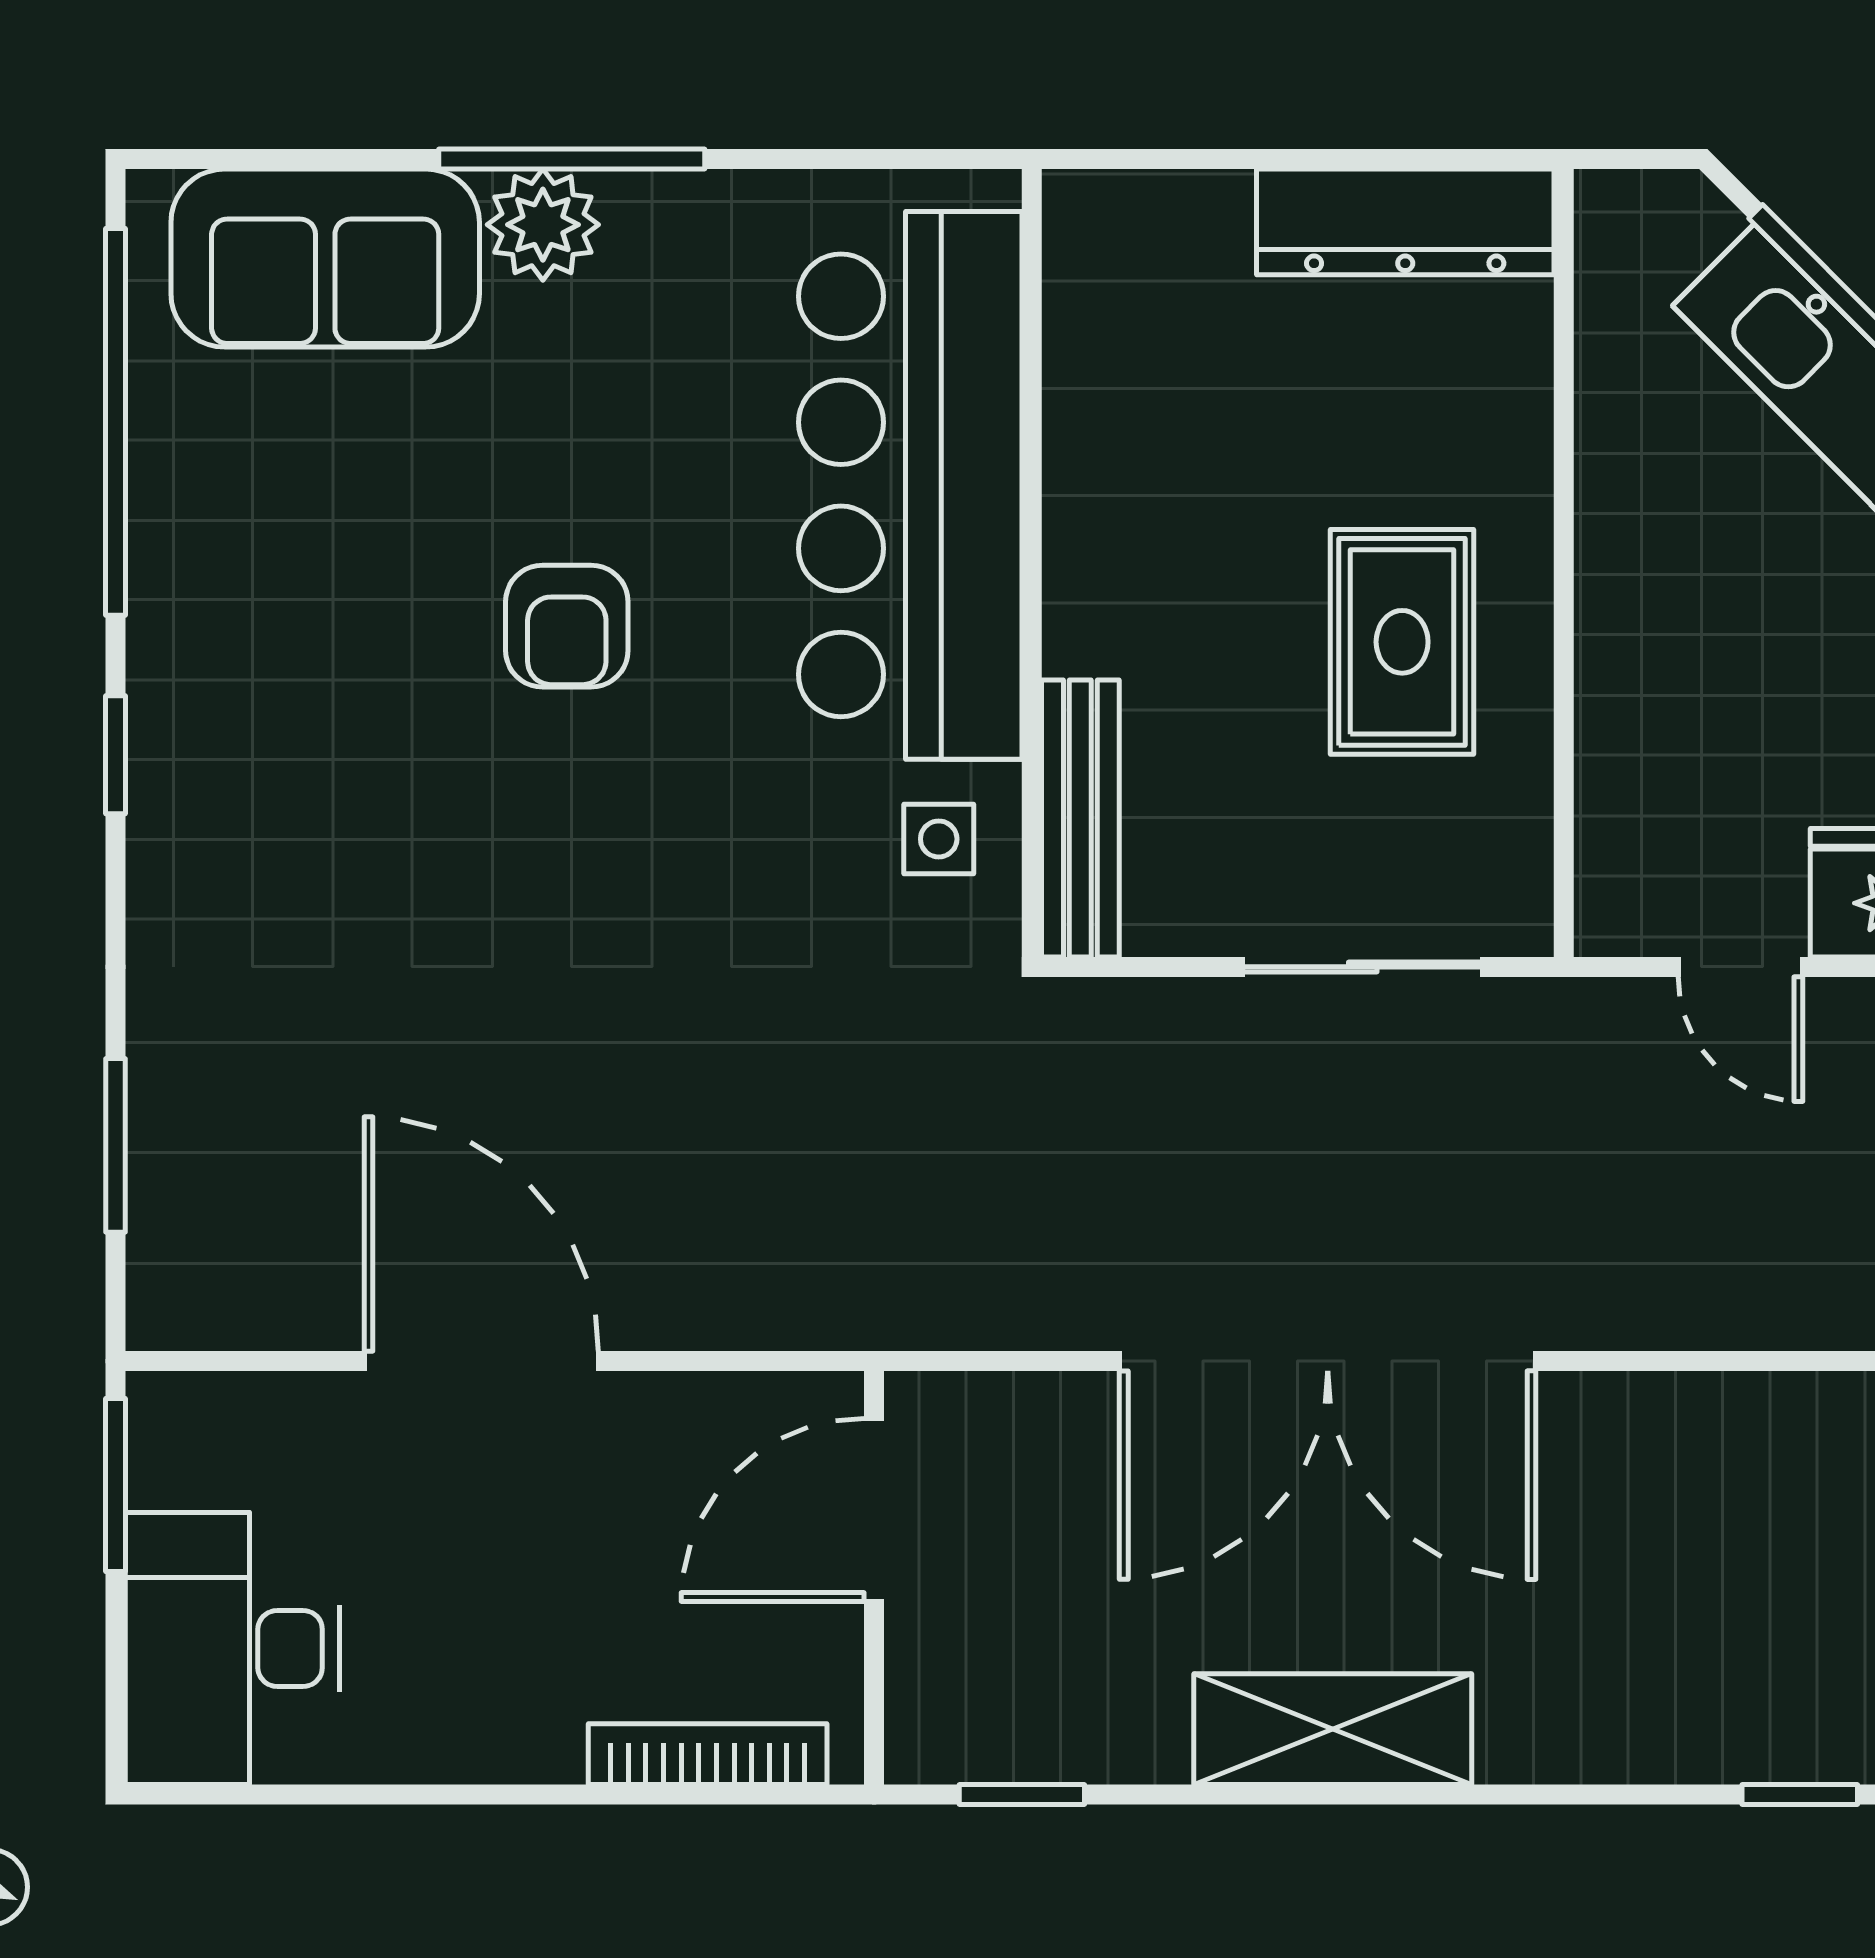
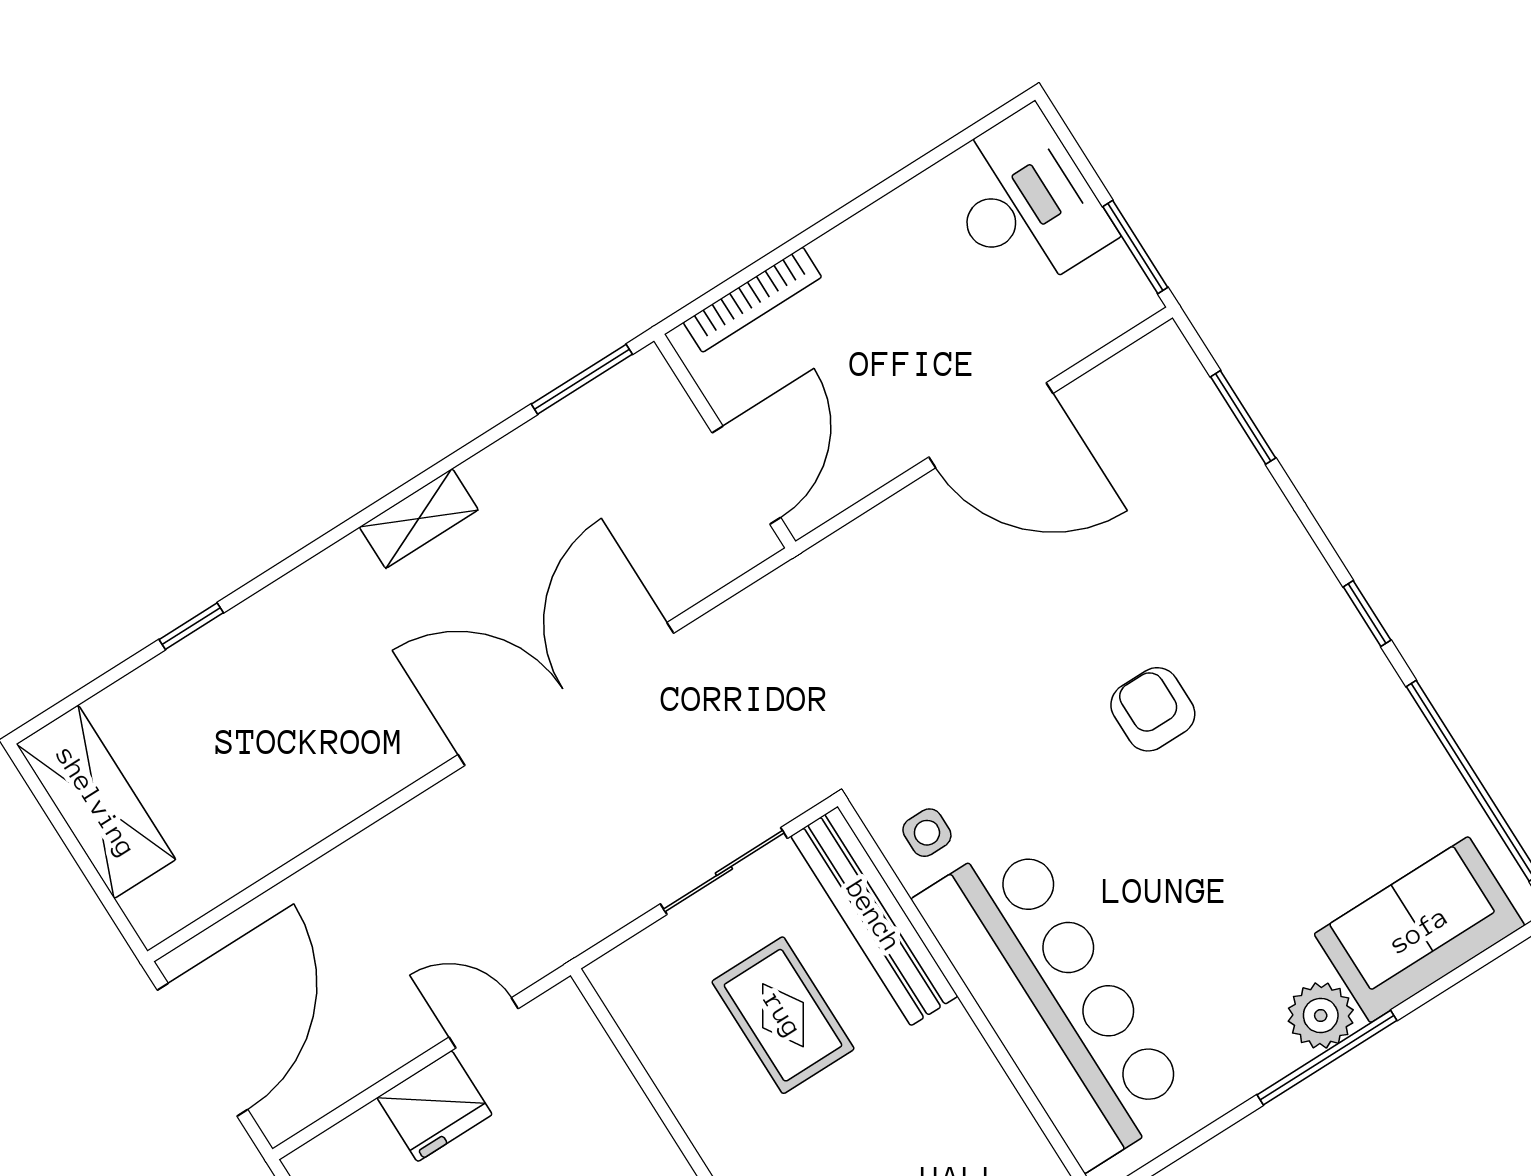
armchair: (567, 626) -> (1153, 709), moved
rug: (1402, 642) -> (783, 1015), moved
bench: (1080, 818) -> (874, 916), width x1.37, depth x1.21
sliding door: (1363, 967) -> (724, 871), moved
shelving: (1333, 1729) -> (419, 518), width x0.67, depth x0.75
window: (1022, 1795) -> (582, 379), width x1.50

